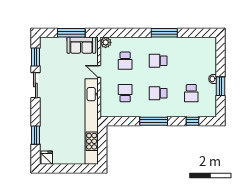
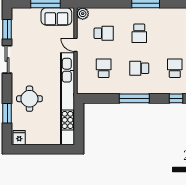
school desk: (125, 61) -> (104, 33), turned -90
school desk: (158, 61) -> (139, 33), turned -90
school desk: (191, 93) -> (175, 68), turned 180
round table: (56, 122) -> (29, 99), added

